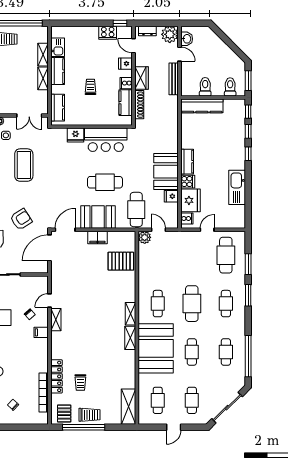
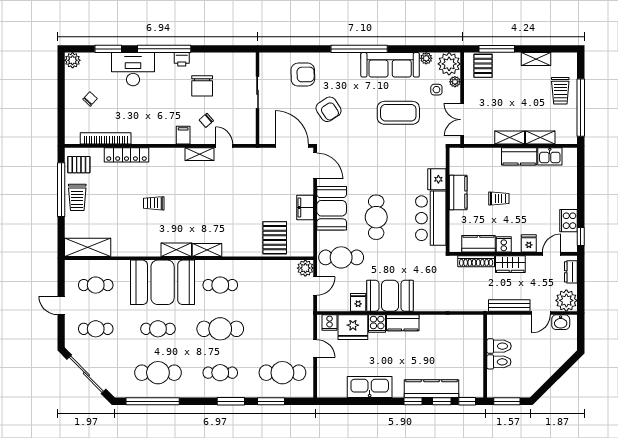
toilet: (230, 87) -> (499, 362), moved
kitchen counter: (202, 106) -> (432, 389), moved, turned 90
kitchen counter: (58, 108) -> (458, 192), moved, turned -90
cafe table: (226, 352) -> (158, 373), width x1.37, depth x1.35
trolley: (80, 383) -> (154, 203), moved

